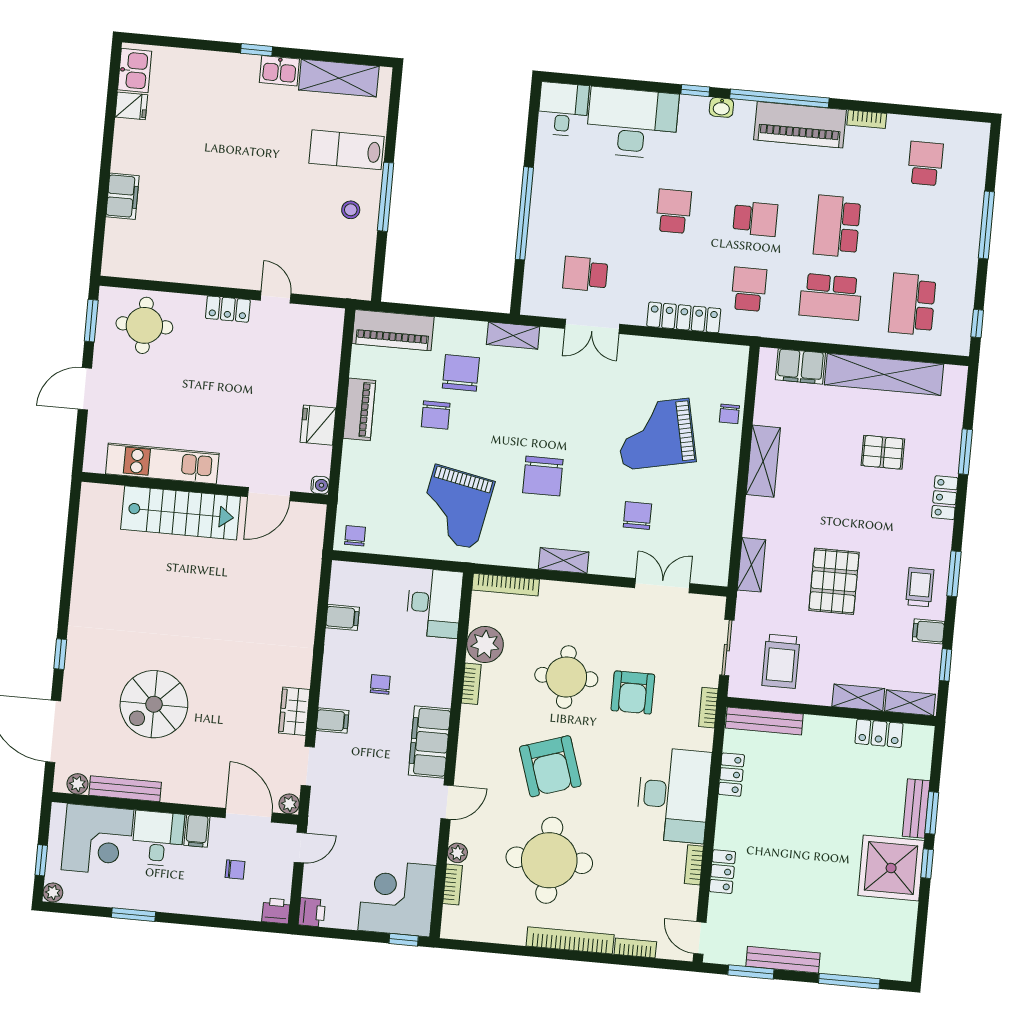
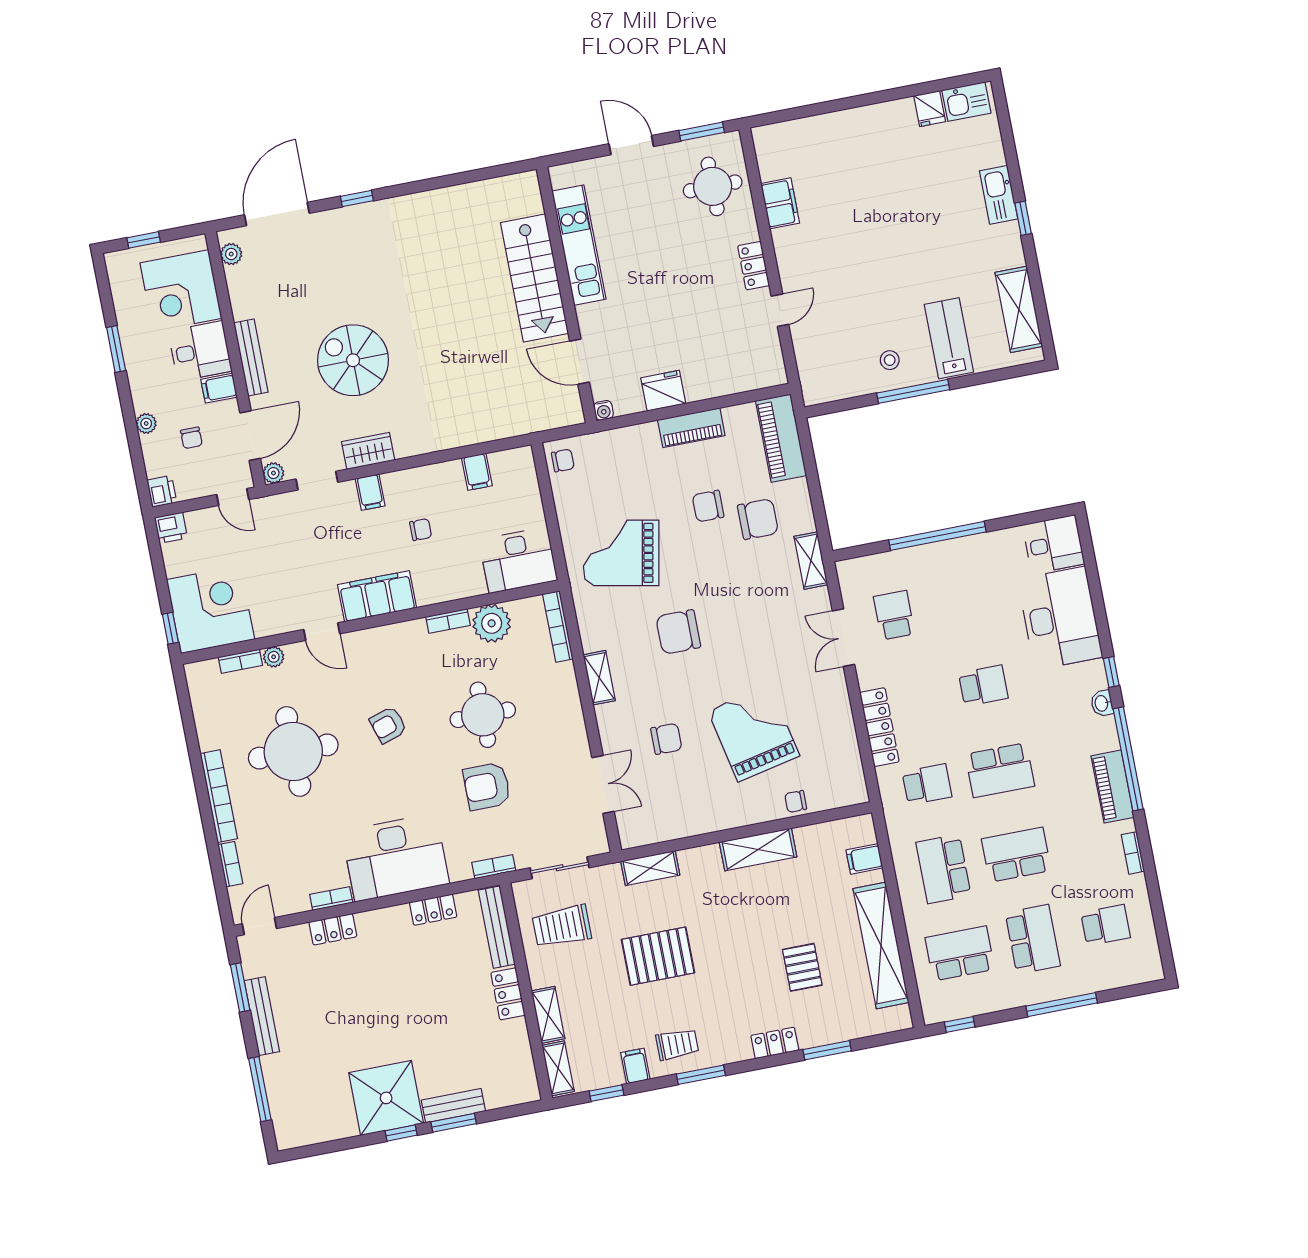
kitchen sink: (279, 71) -> (999, 195), moved, width x1.38
piano: (800, 125) -> (1113, 787), width x0.73, depth x0.75
filing cabinet: (123, 196) -> (780, 203), moved, turned -90
school desk: (755, 219) -> (1000, 770), width x1.85
school desk: (919, 234) -> (1033, 939), added
filing cabinet: (800, 366) -> (864, 859), width x0.50
spiral stairs: (154, 704) -> (353, 360), moved
locker: (879, 733) -> (508, 994), moved
armchair: (550, 766) -> (388, 725), width x0.53, depth x0.53
bench: (125, 789) -> (251, 358), moved
plant: (53, 892) -> (146, 423), moved

